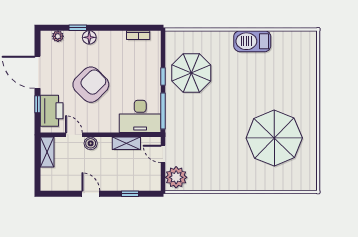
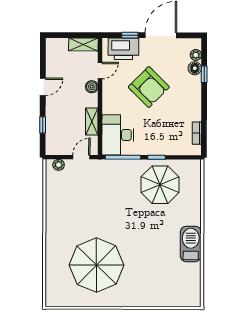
floor lamp: (89, 37) -> (195, 68), moved
plant: (176, 177) -> (59, 165), width x0.53, depth x0.53

